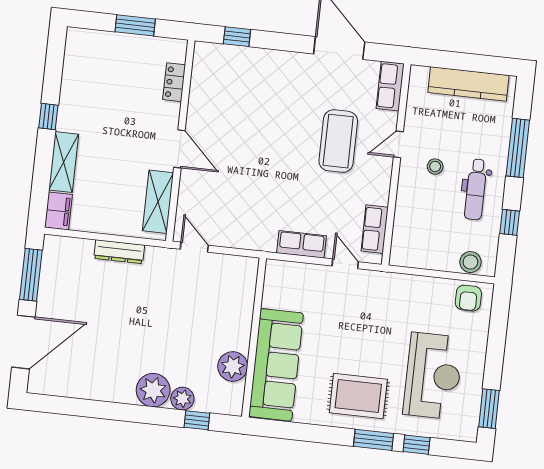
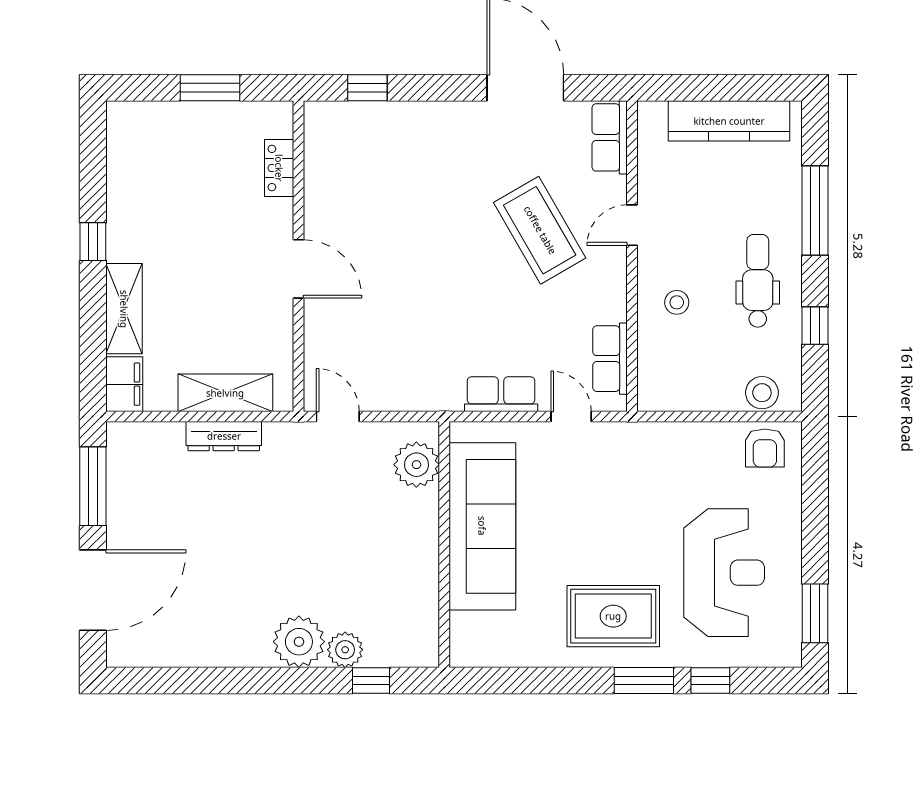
coffee table: (338, 141) -> (540, 230), turned -30
stool: (435, 167) -> (677, 302), moved
dental chair: (476, 189) -> (758, 281), turned 180
shelving: (158, 202) -> (225, 393), moved, turned 90
sofa: (276, 365) -> (482, 526), moved
plant: (233, 366) -> (416, 465), moved

